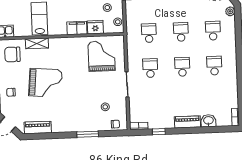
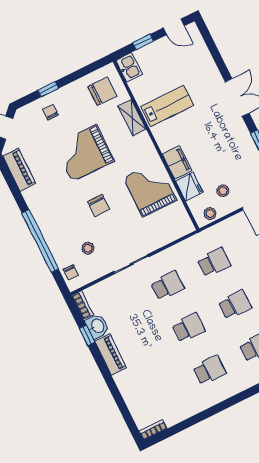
chair: (12, 54) -> (102, 91), turned 90
grand piano: (102, 56) -> (150, 189), moved, turned -90
grand piano: (45, 83) -> (84, 153), turned 85
chair: (82, 89) -> (98, 206), added
washbasin: (208, 121) -> (97, 326), moved
piano: (187, 122) -> (111, 354), moved
window: (88, 134) -> (40, 241), width x2.11

